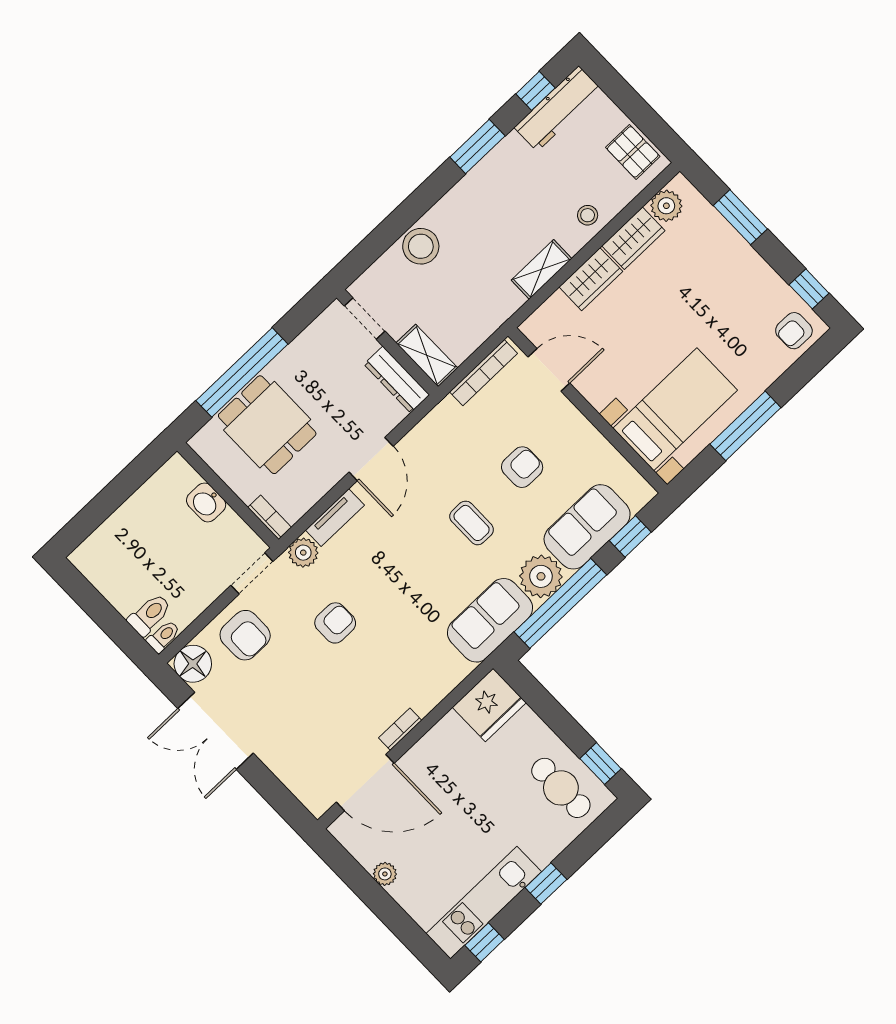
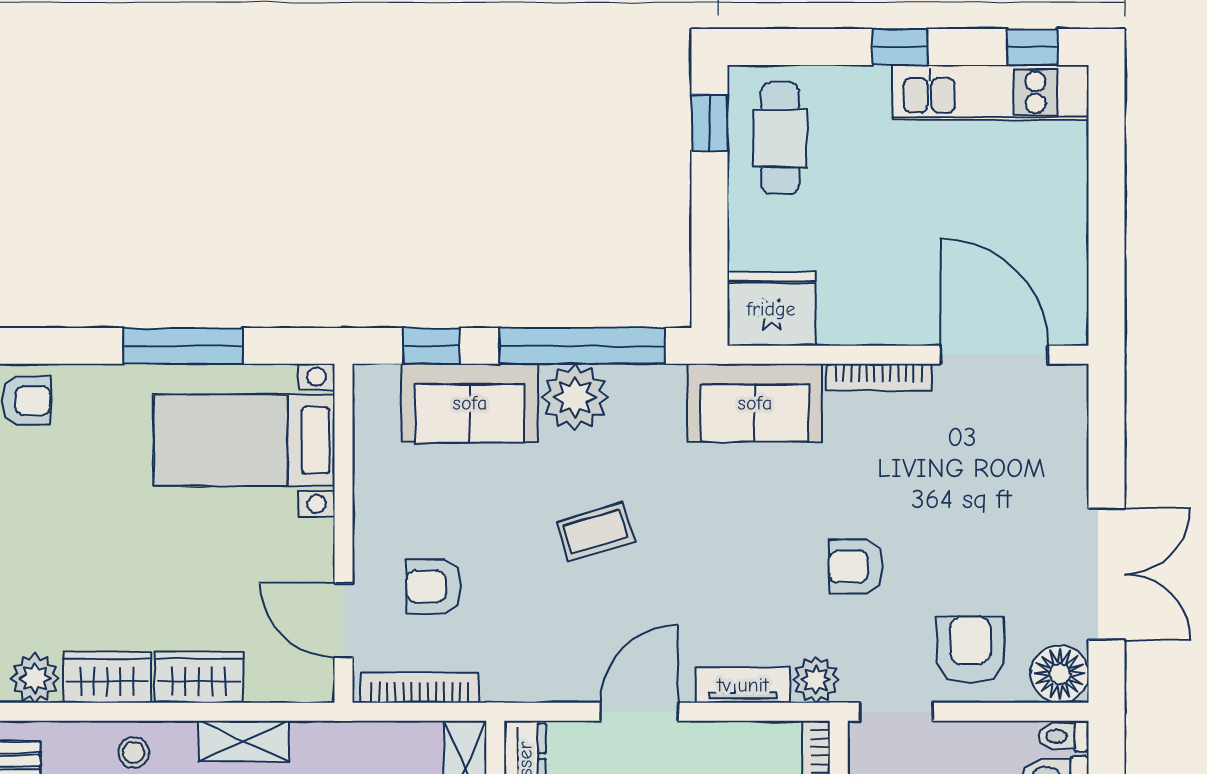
armchair: (522, 467) -> (434, 586), moved
coffee table: (472, 523) -> (595, 532), turned 73
sofa: (490, 620) -> (755, 403), moved
bookcase: (400, 729) -> (878, 377), width x1.56
plant: (385, 874) -> (1070, 231), removed

